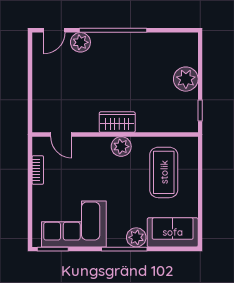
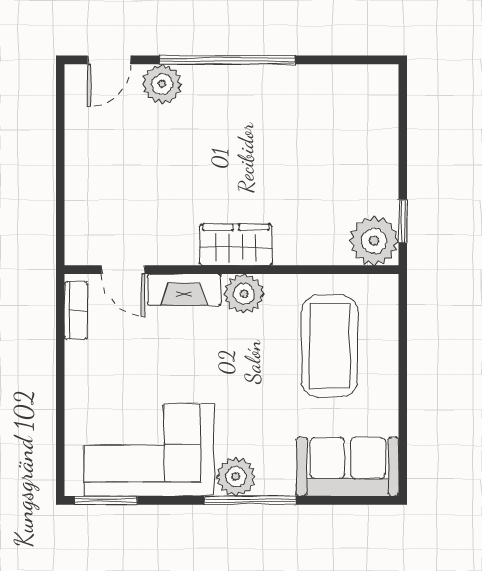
plant: (186, 79) -> (374, 241), moved
fireplace: (92, 144) -> (184, 290), added
bookcase: (38, 170) -> (76, 310), moved
plant: (136, 237) -> (236, 477), moved

